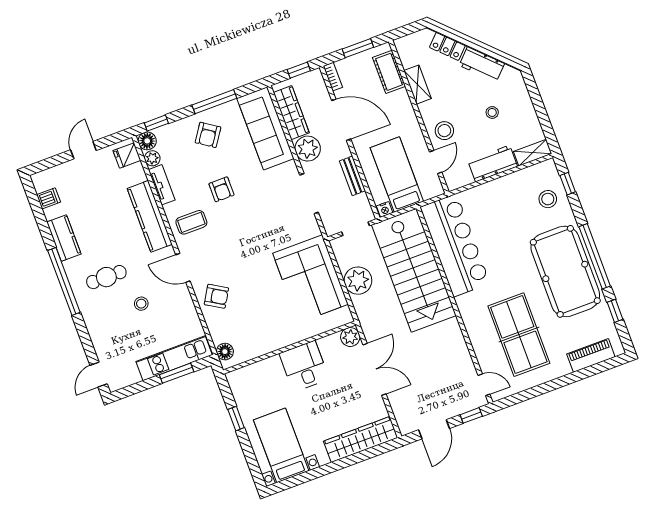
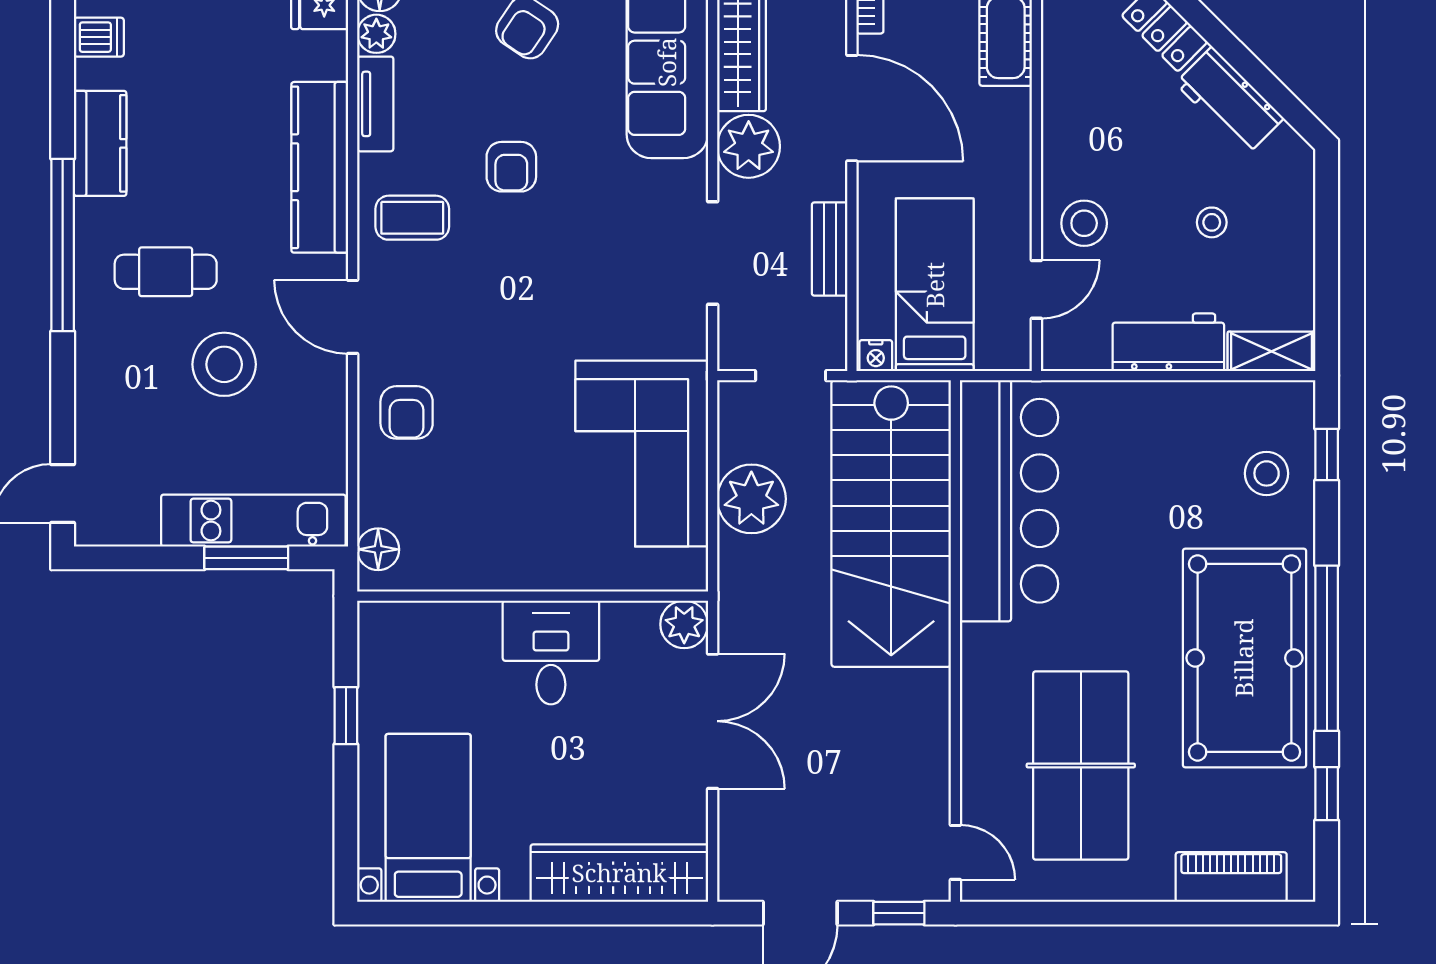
shelving: (418, 85) -> (1061, 92), removed
armchair: (216, 296) -> (407, 412), turned 59
stool: (141, 304) -> (224, 364), width x1.89, depth x1.89

